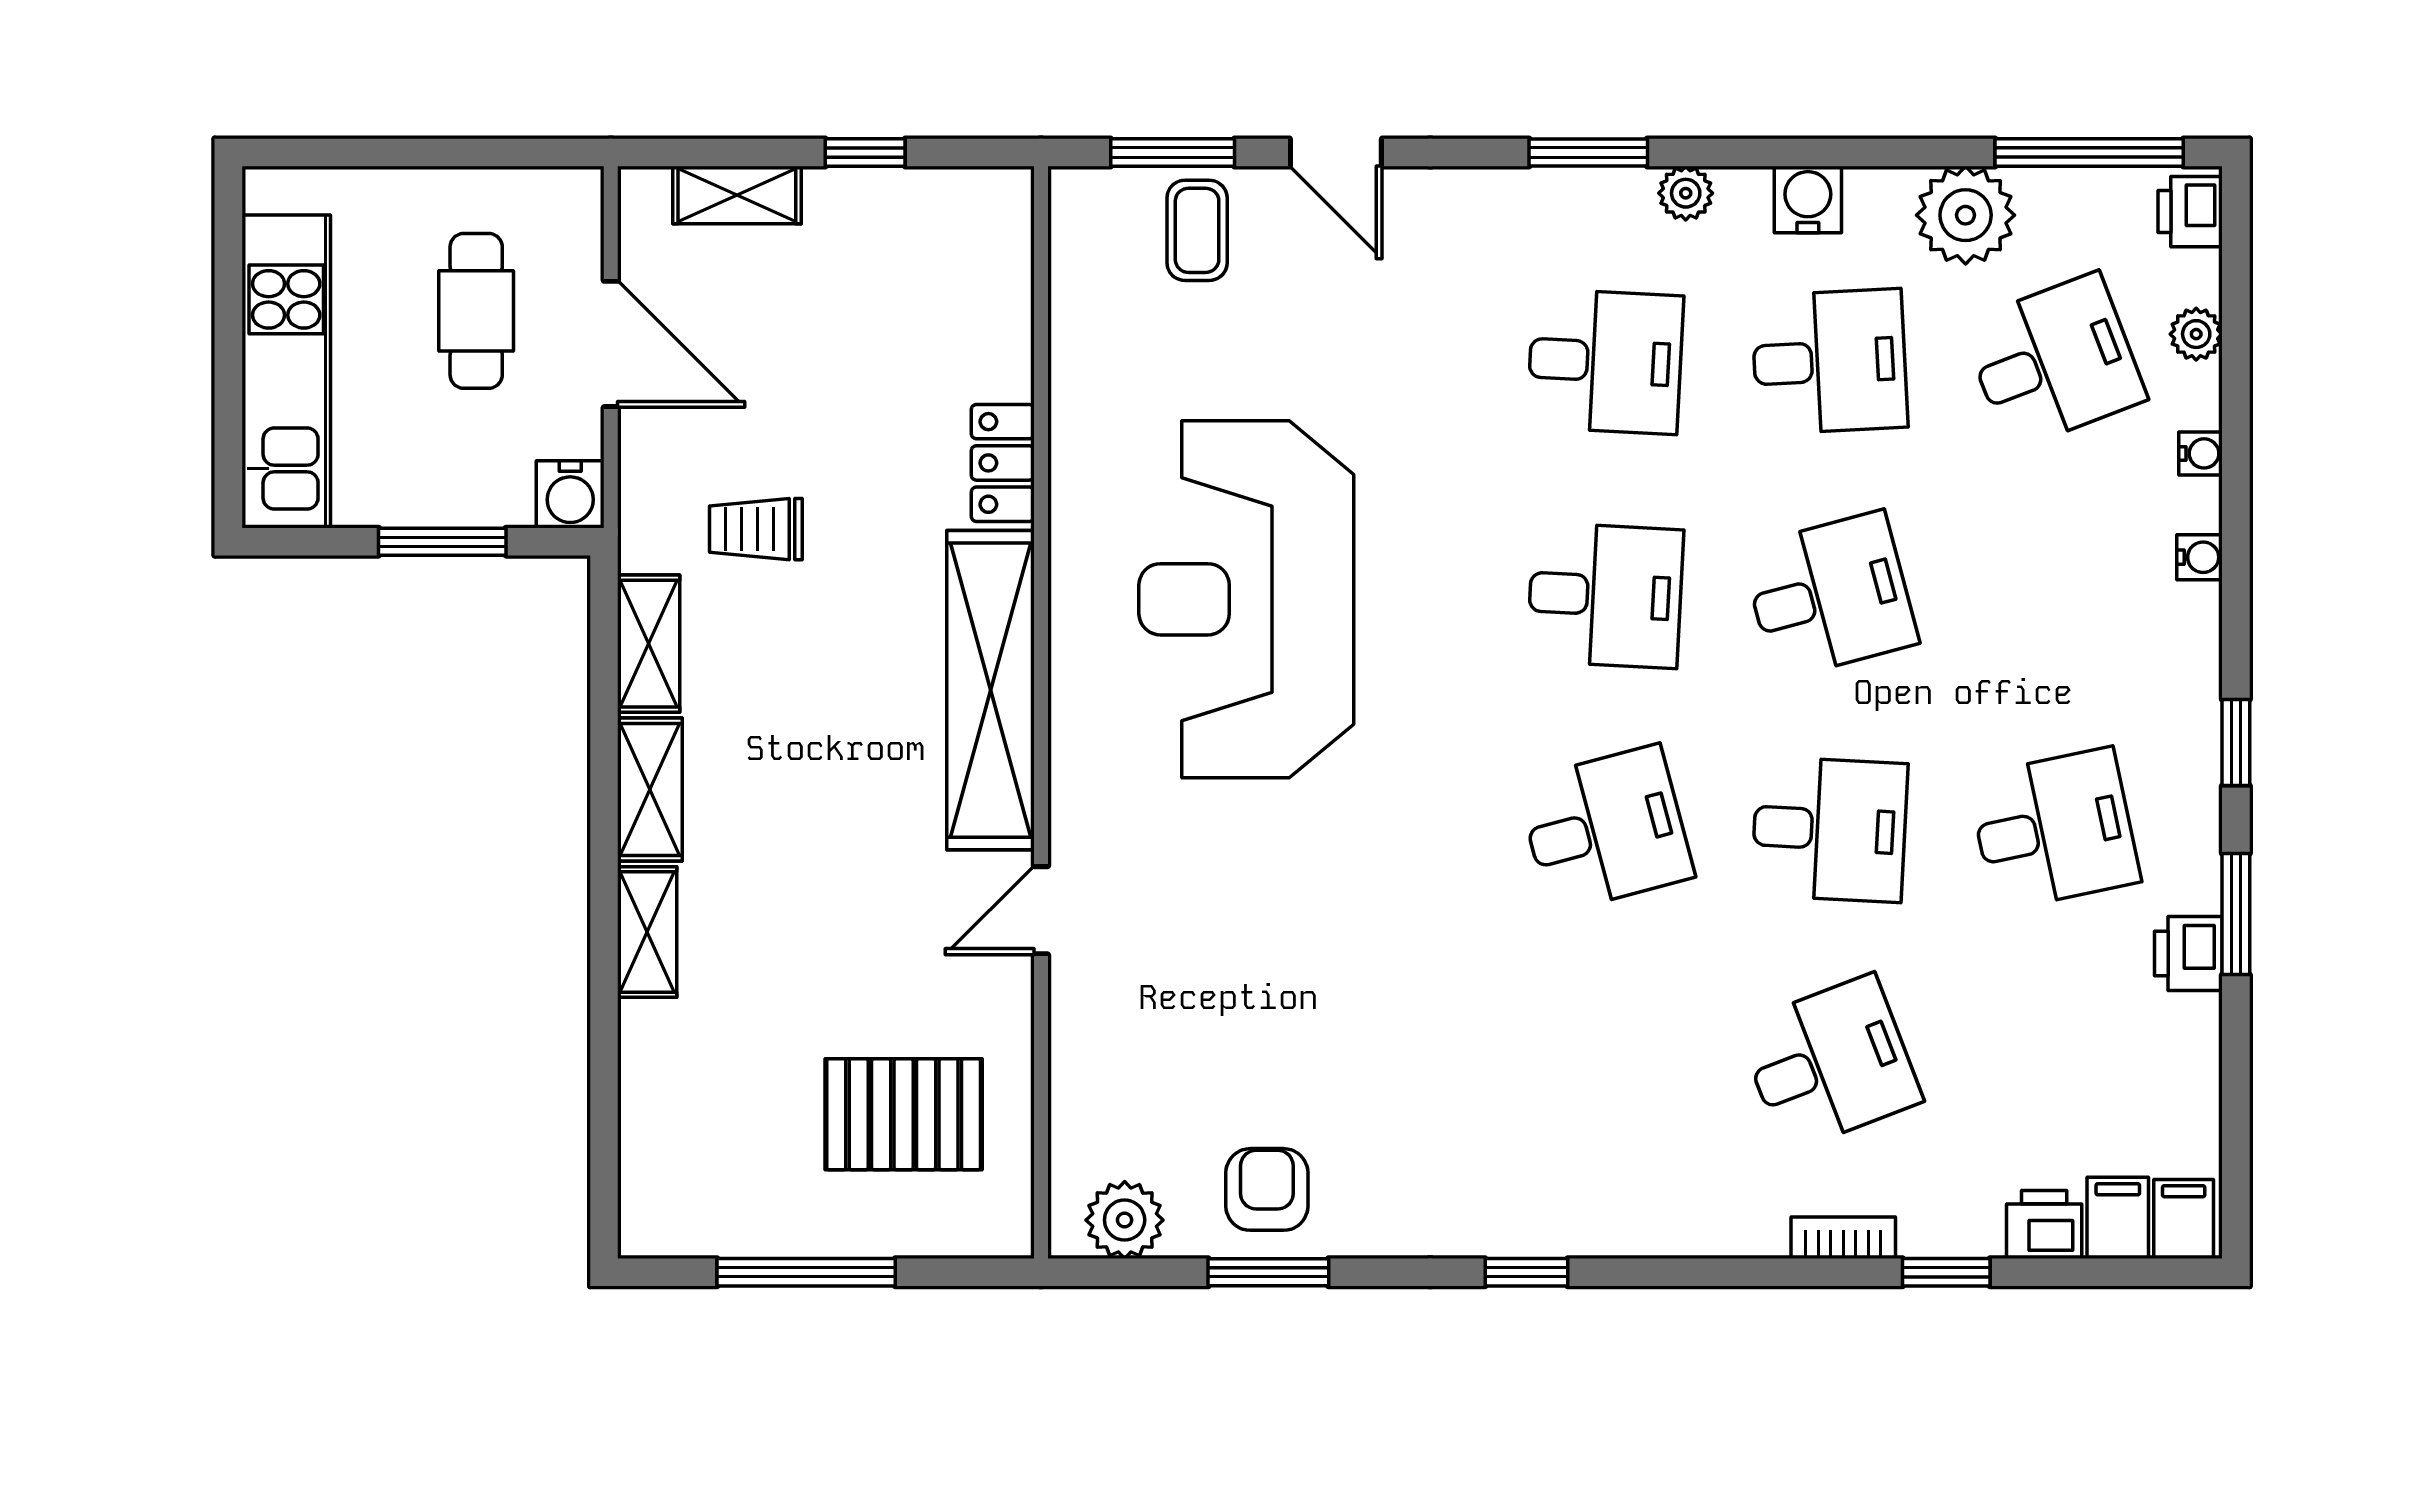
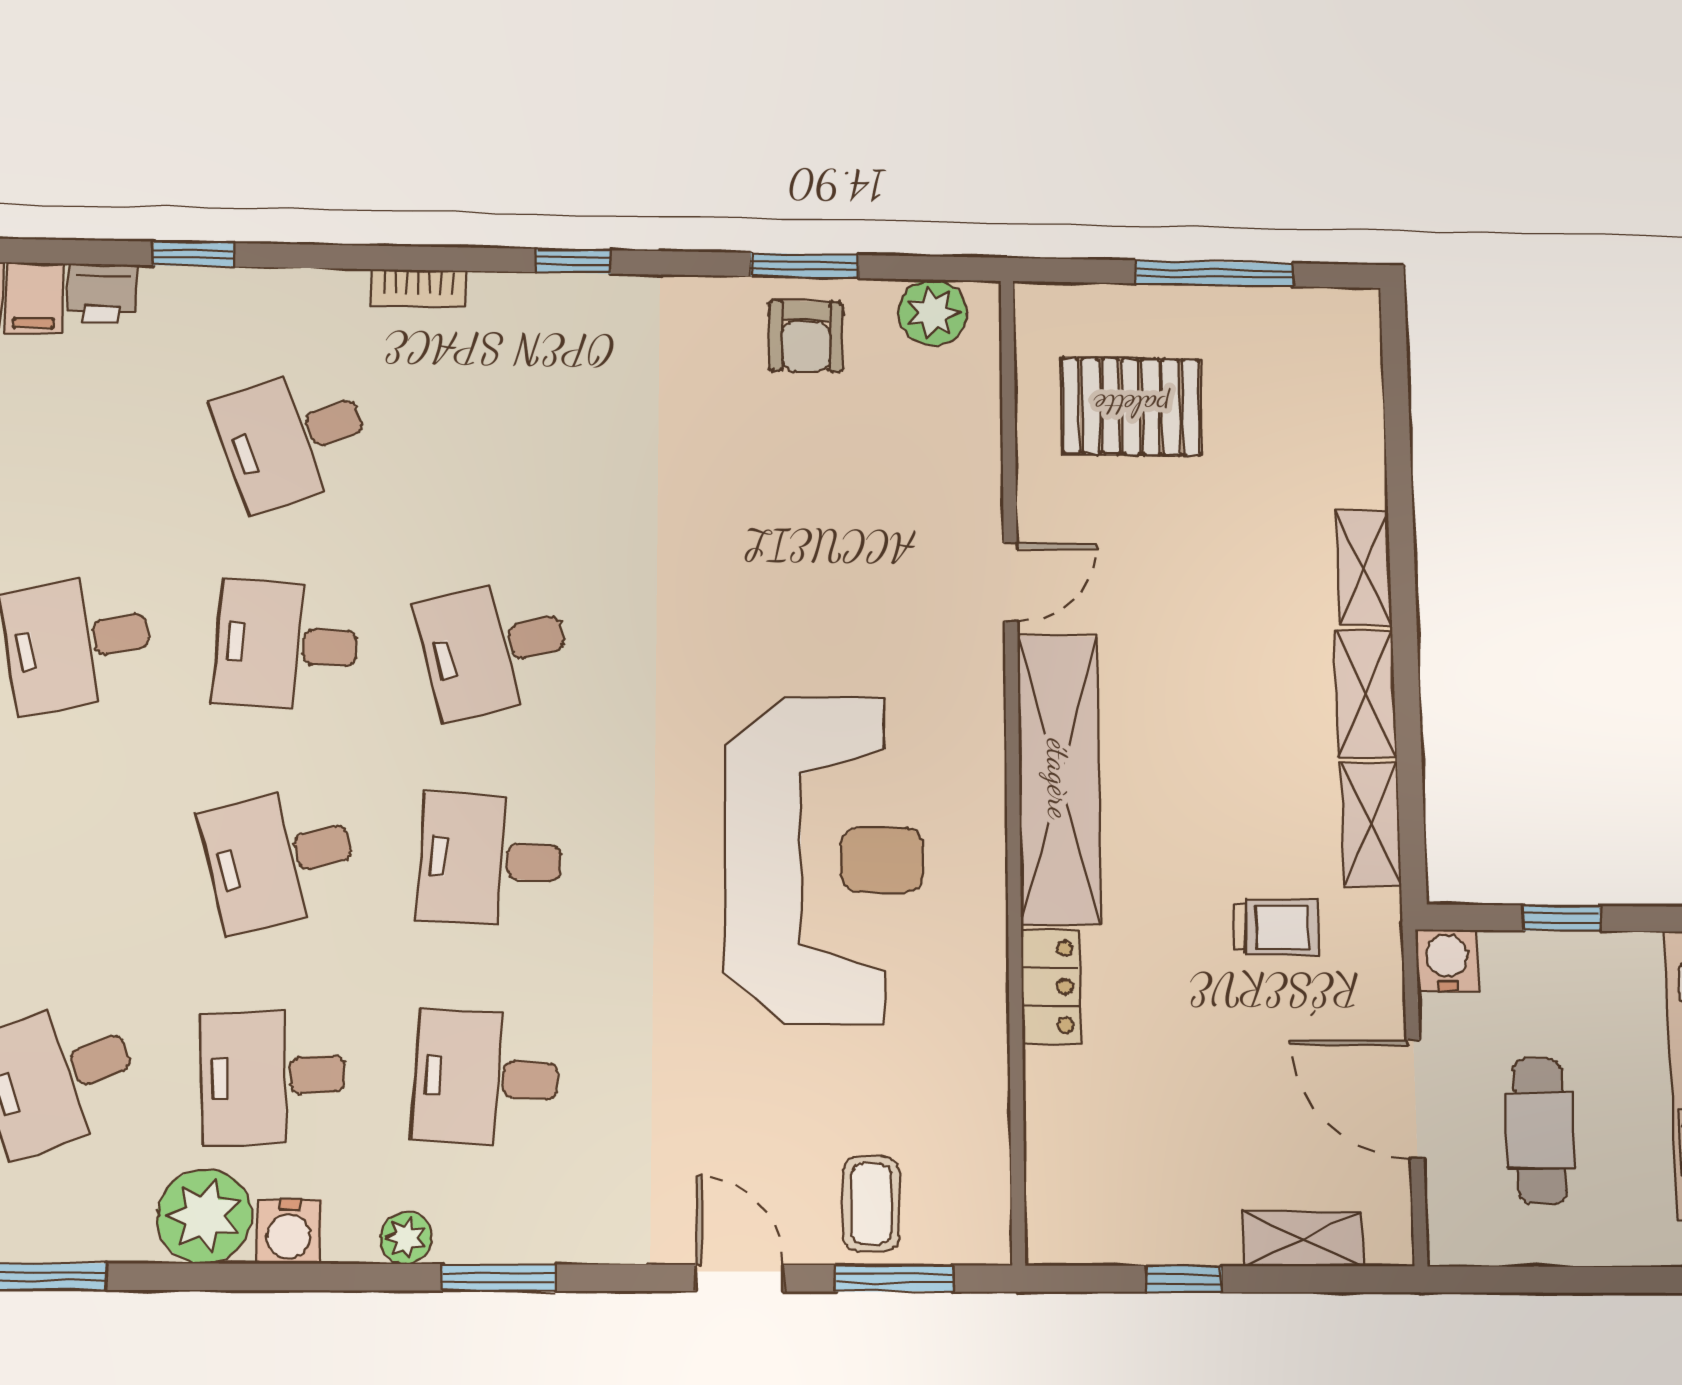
plant: (1966, 215) -> (205, 1216), moved
window: (442, 542) -> (1562, 918), width x0.67
bookcase: (1843, 1238) -> (418, 288), moved

